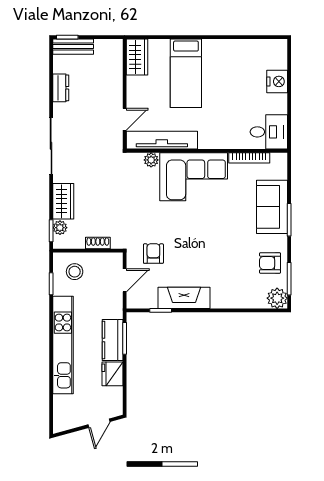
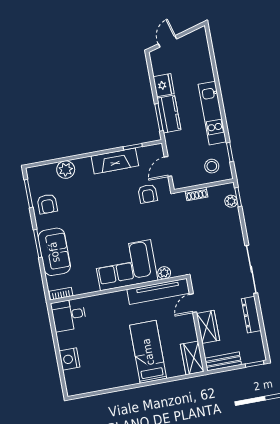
bench: (73, 47) -> (223, 361), moved
dresser: (61, 88) -> (251, 315), width x1.44
bookcase: (249, 158) -> (61, 294), moved, width x0.64
wardrobe: (63, 201) -> (208, 327), moved, turned 180
armchair: (270, 263) -> (47, 204), turned 90
plant: (277, 298) -> (66, 170), moved
kitchen unit: (63, 345) -> (212, 113), width x0.73

